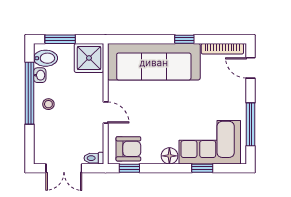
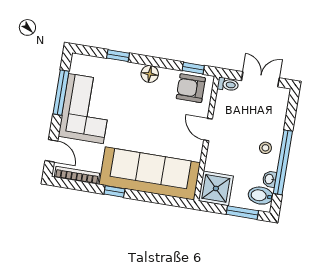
corner sofa: (210, 142) -> (86, 109), moved, turned -90

